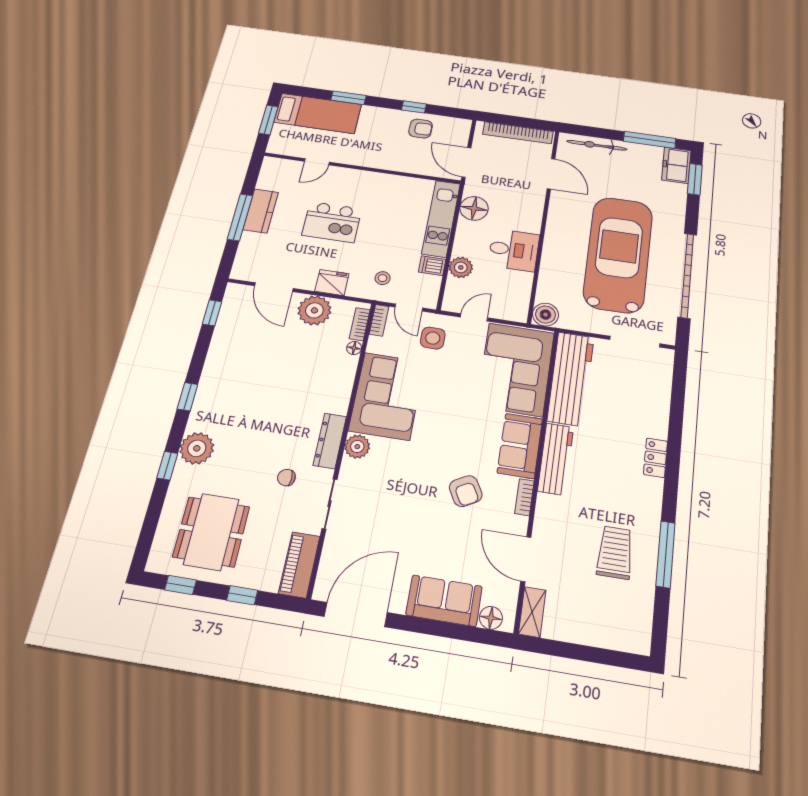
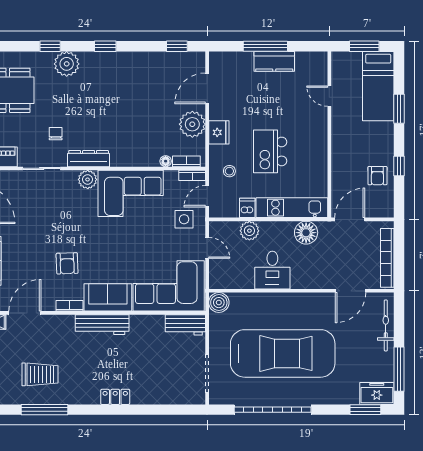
kitchen island: (332, 222) -> (270, 151), moved
workbench: (571, 379) -> (185, 325), width x0.53, depth x0.76
armchair: (466, 491) -> (67, 263), turned -63

